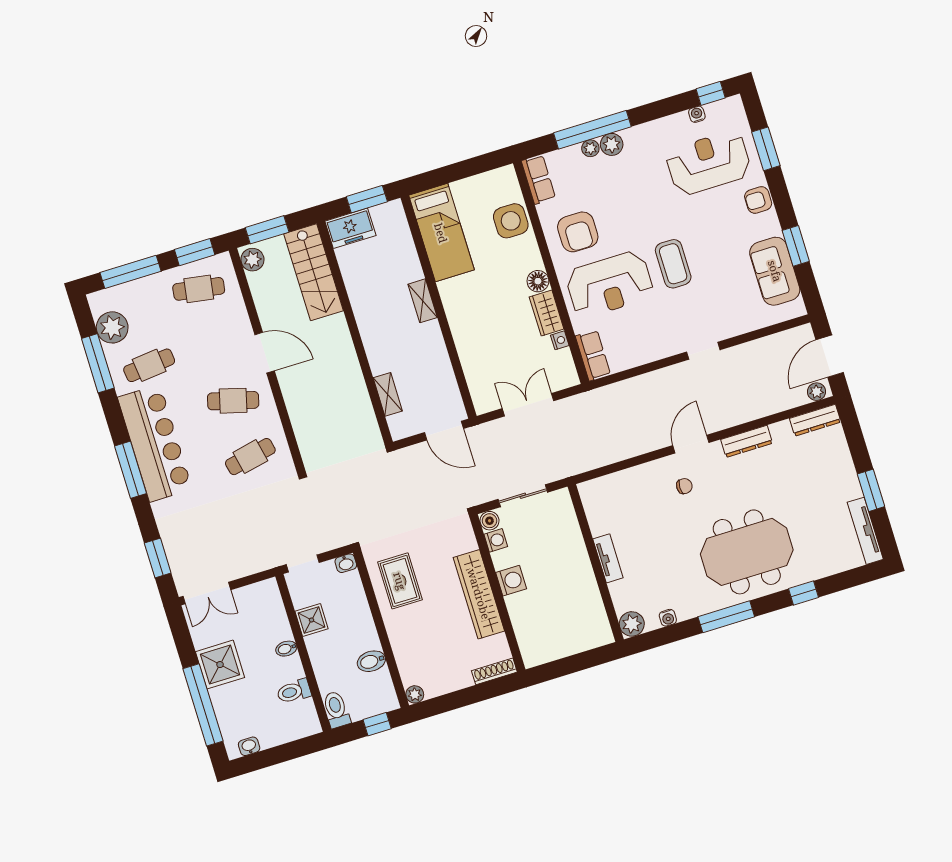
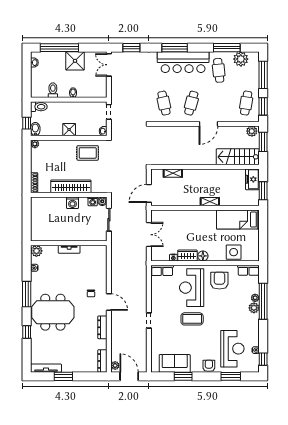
armchair: (578, 232) -> (219, 281), turned 90
meeting table: (747, 552) -> (53, 312), turned 90
shower: (312, 620) -> (69, 130), moved
bidet: (371, 661) -> (35, 129), moved

